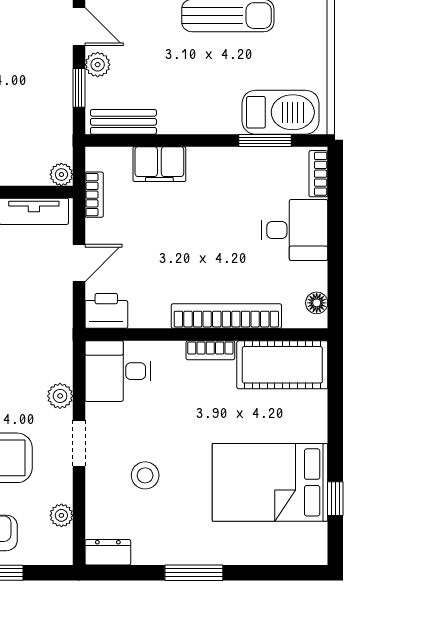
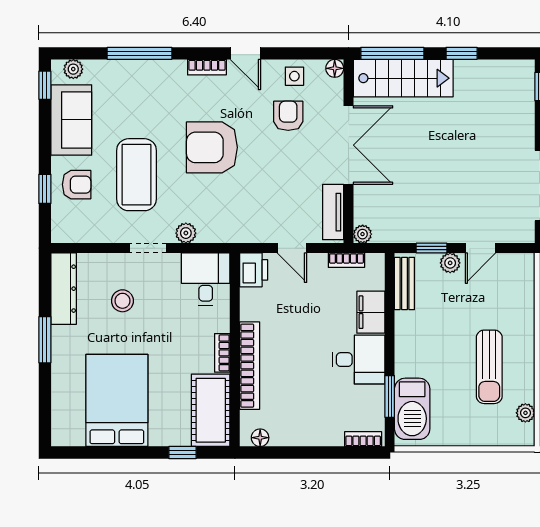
desk: (295, 230) -> (358, 360), moved, turned -90
window: (335, 499) -> (183, 453), moved
plant: (61, 515) -> (91, 234), removed
dresser: (108, 552) -> (64, 289), width x1.96, depth x1.24

